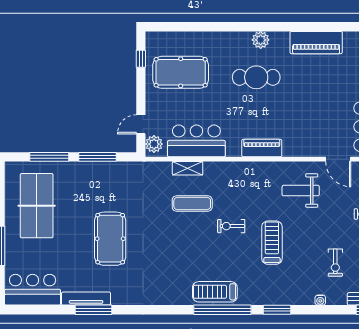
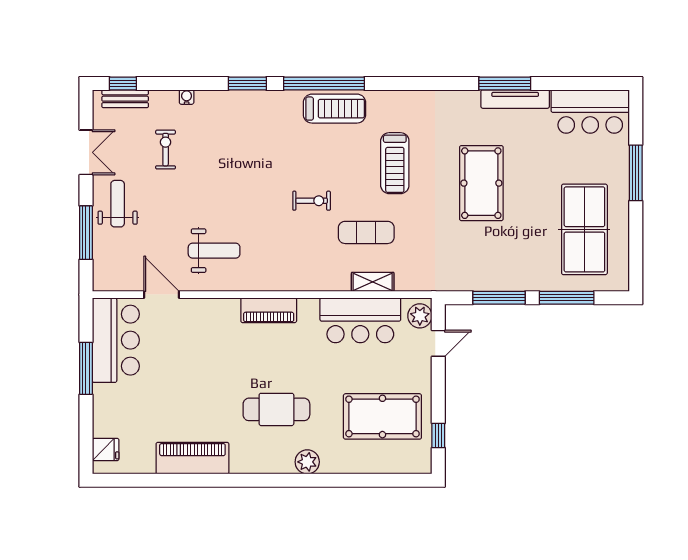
plant: (261, 40) -> (307, 462), moved
treadmill: (272, 243) -> (395, 163), moved

